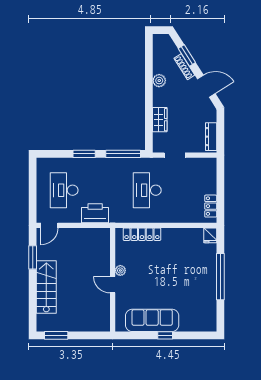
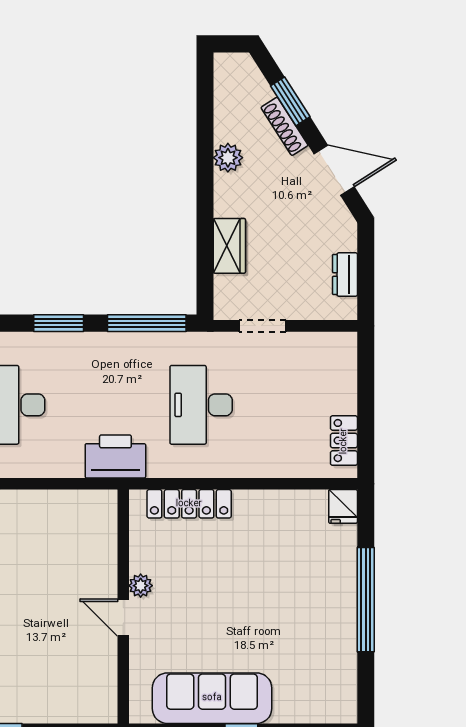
dresser: (211, 137) -> (345, 275), width x0.70
printer: (95, 213) -> (115, 457), moved

